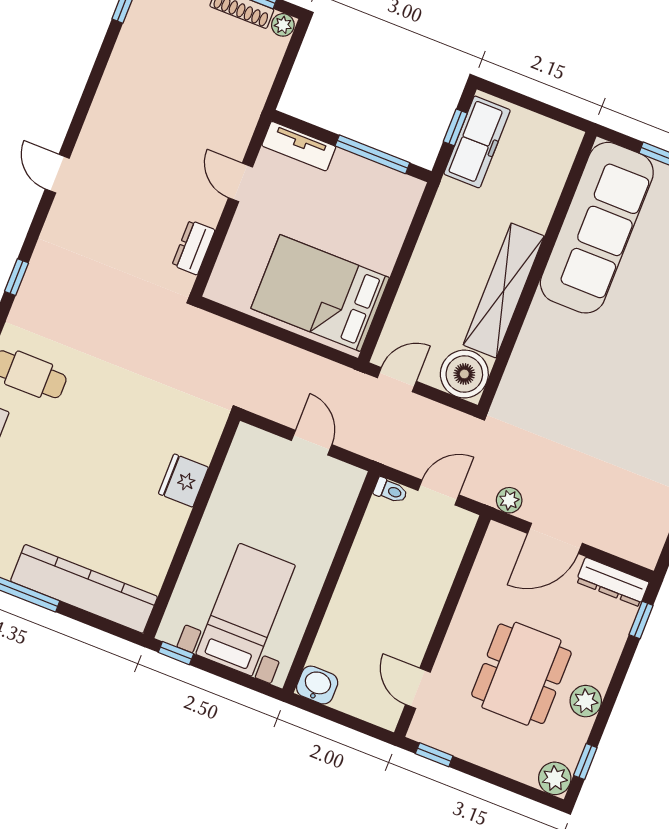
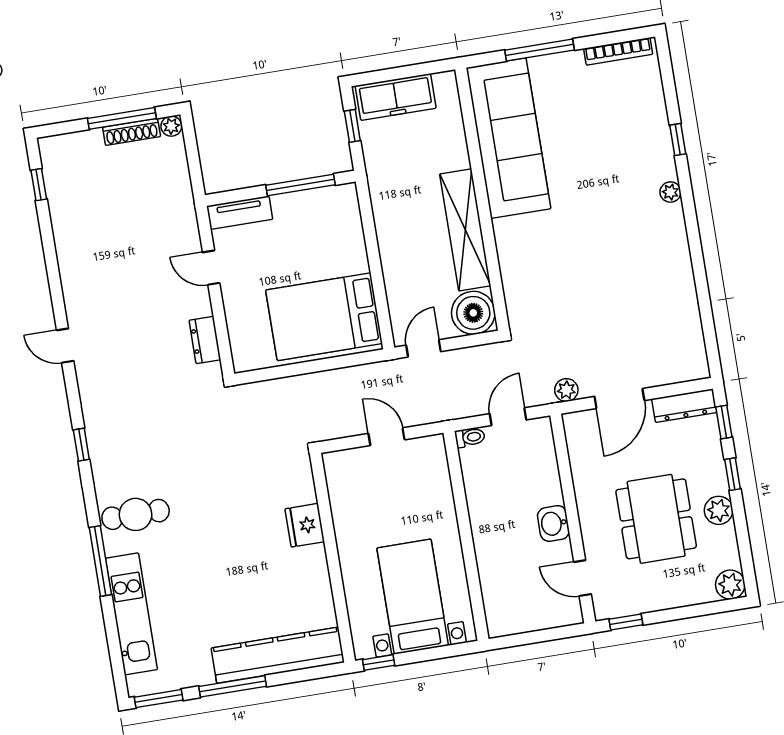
freezer: (477, 142) -> (396, 97), moved, turned 90
washbasin: (317, 685) -> (553, 523), moved, turned -90
window: (585, 762) -> (732, 474), moved

